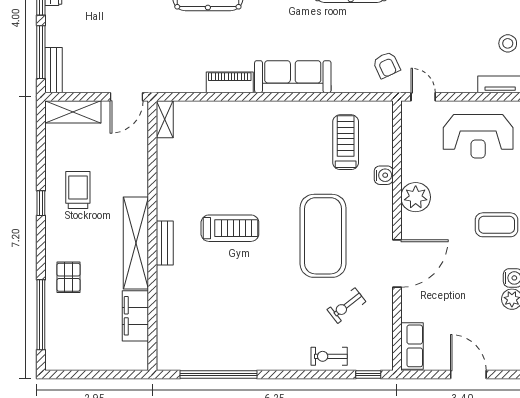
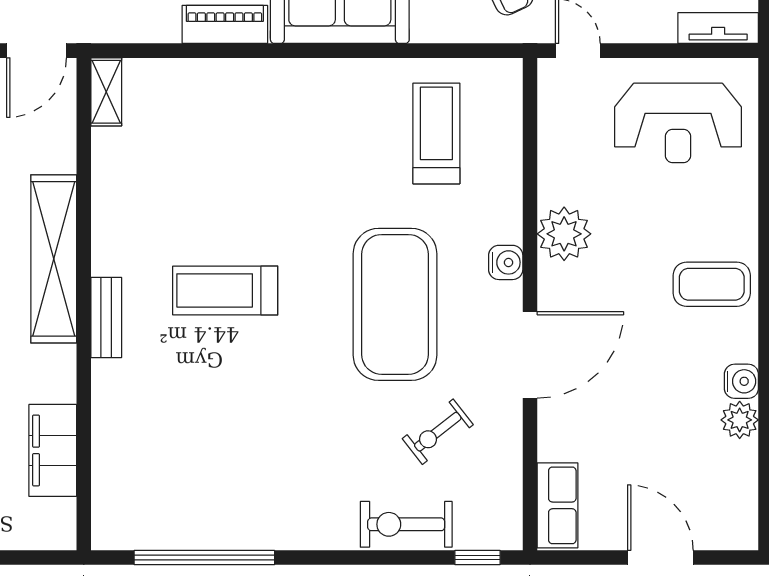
water cooler: (384, 175) -> (506, 262), moved
treadmill: (230, 228) -> (225, 290), turned 180
shelving: (136, 243) -> (54, 259), moved
exercise bike: (329, 356) -> (406, 524), width x1.38, depth x1.39

